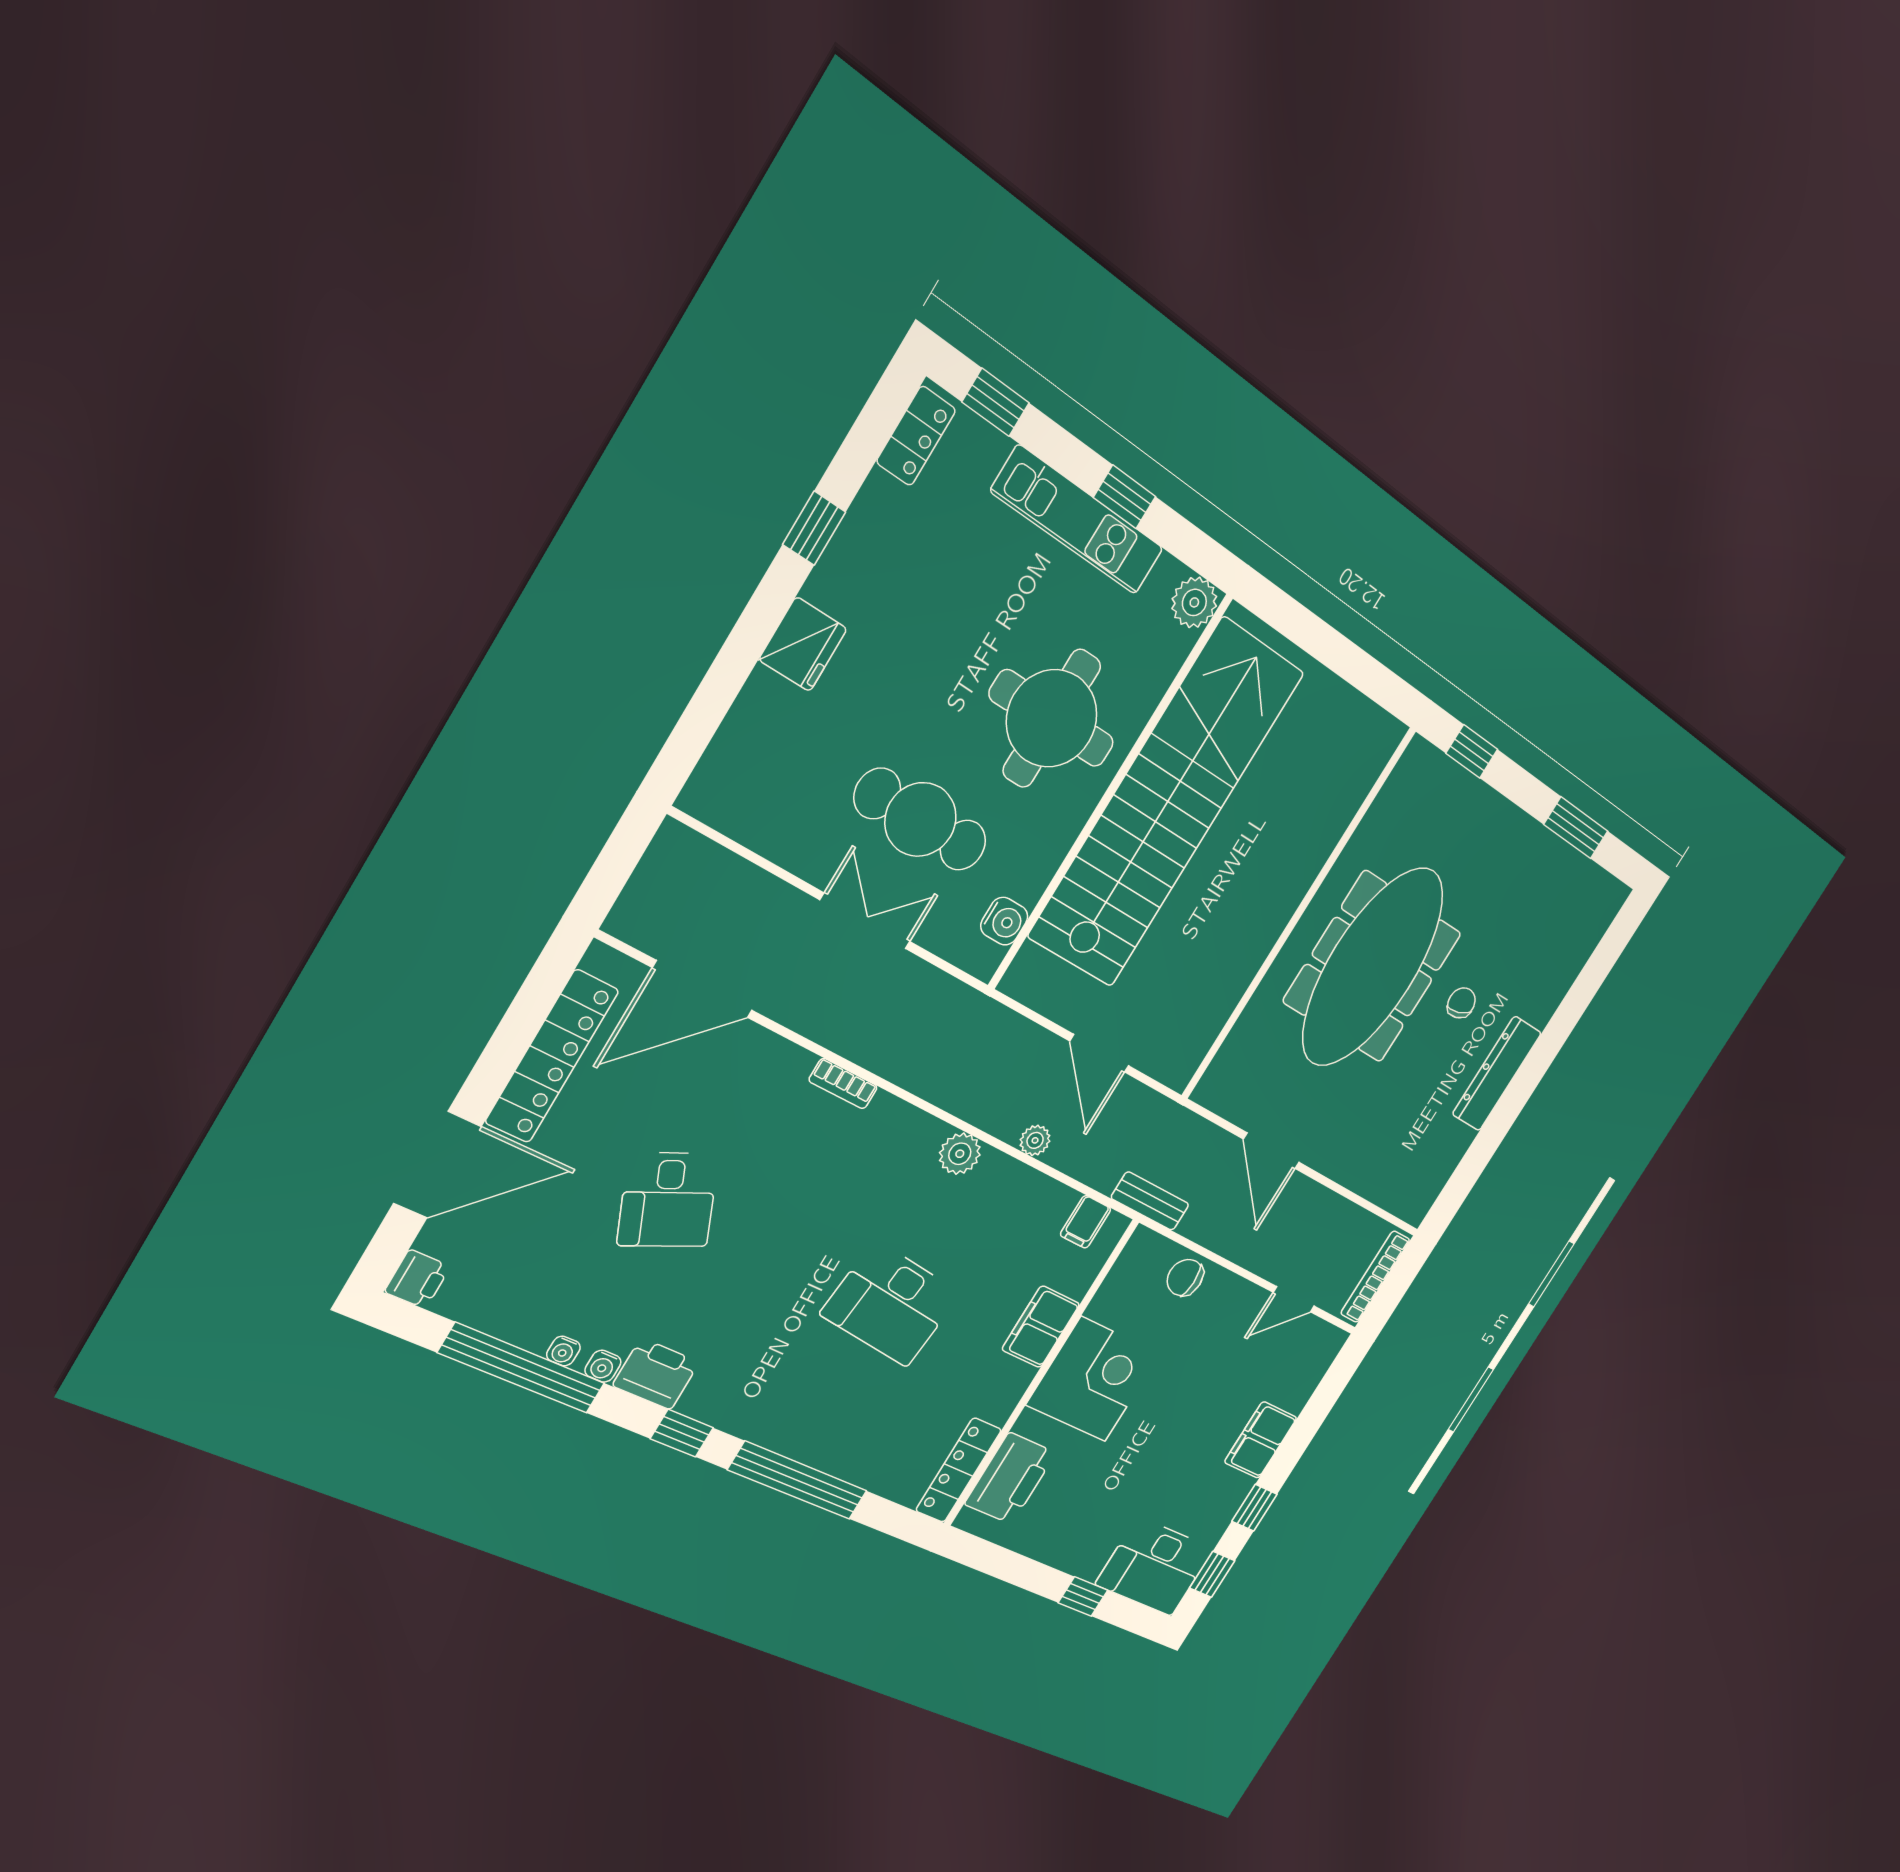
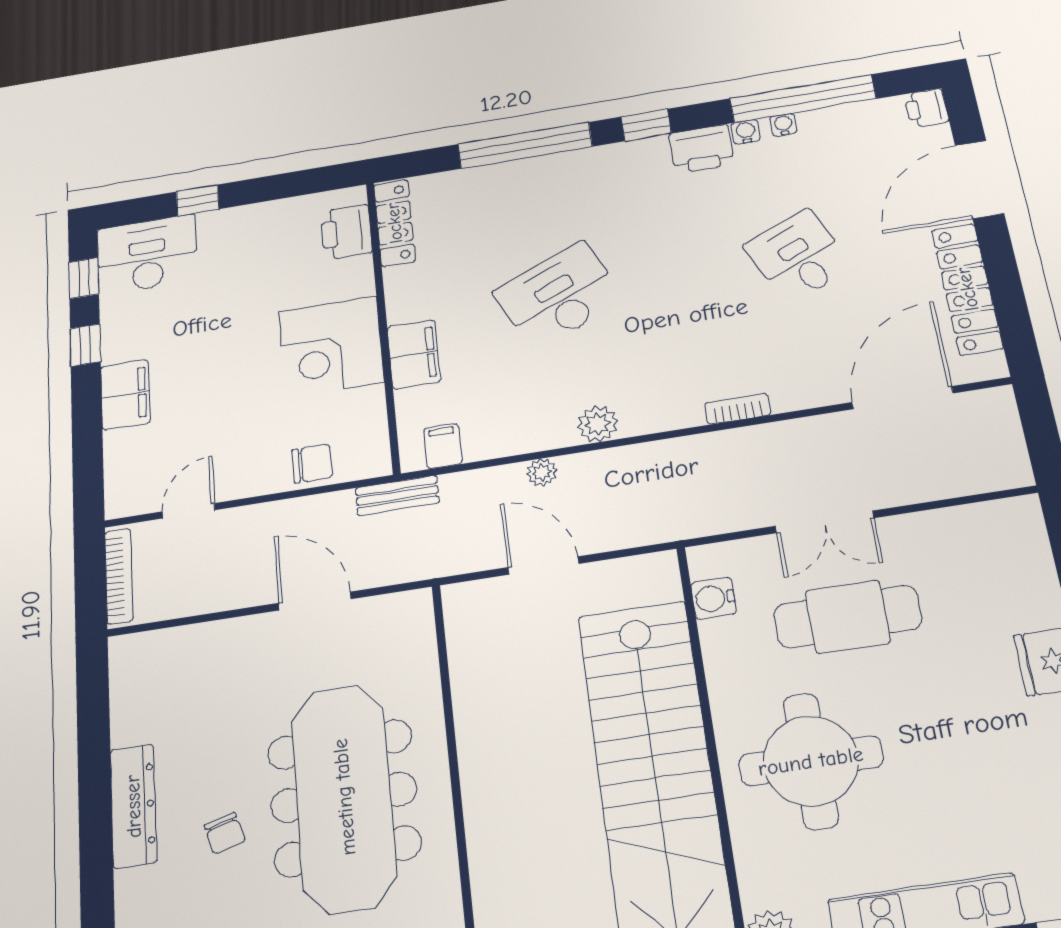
desk: (891, 1304) -> (559, 295), turned -30
printer: (1010, 1478) -> (346, 232), width x0.73, depth x0.84

